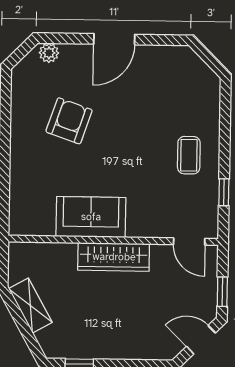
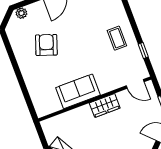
wardrobe: (114, 257) -> (105, 105), width x0.67

